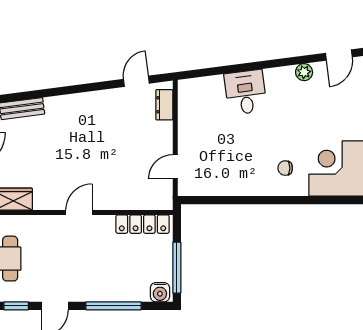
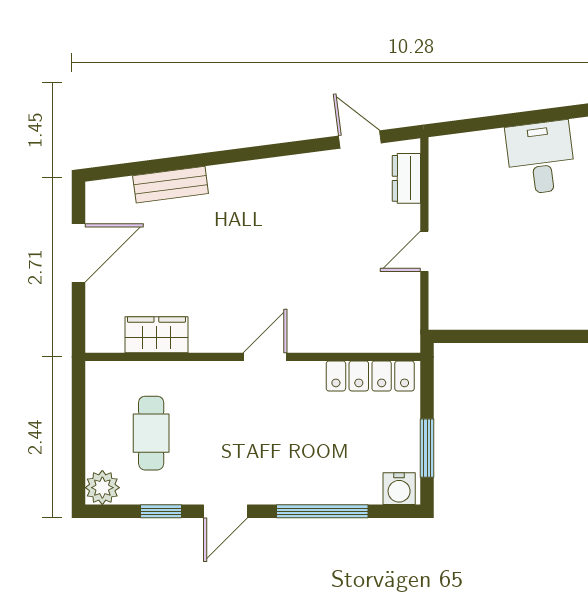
door: (136, 81) -> (360, 139), hinge flipped
door: (175, 167) -> (424, 251), moved
window: (177, 268) -> (427, 448), width x0.69

